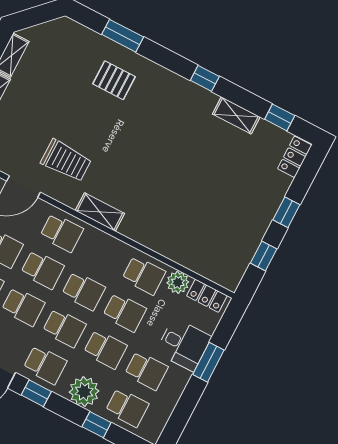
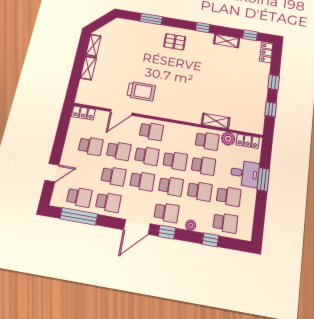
pallet: (114, 80) -> (175, 42), moved
shelving: (100, 212) -> (216, 121), moved
plant: (84, 392) -> (191, 225), width x0.53, depth x0.53

